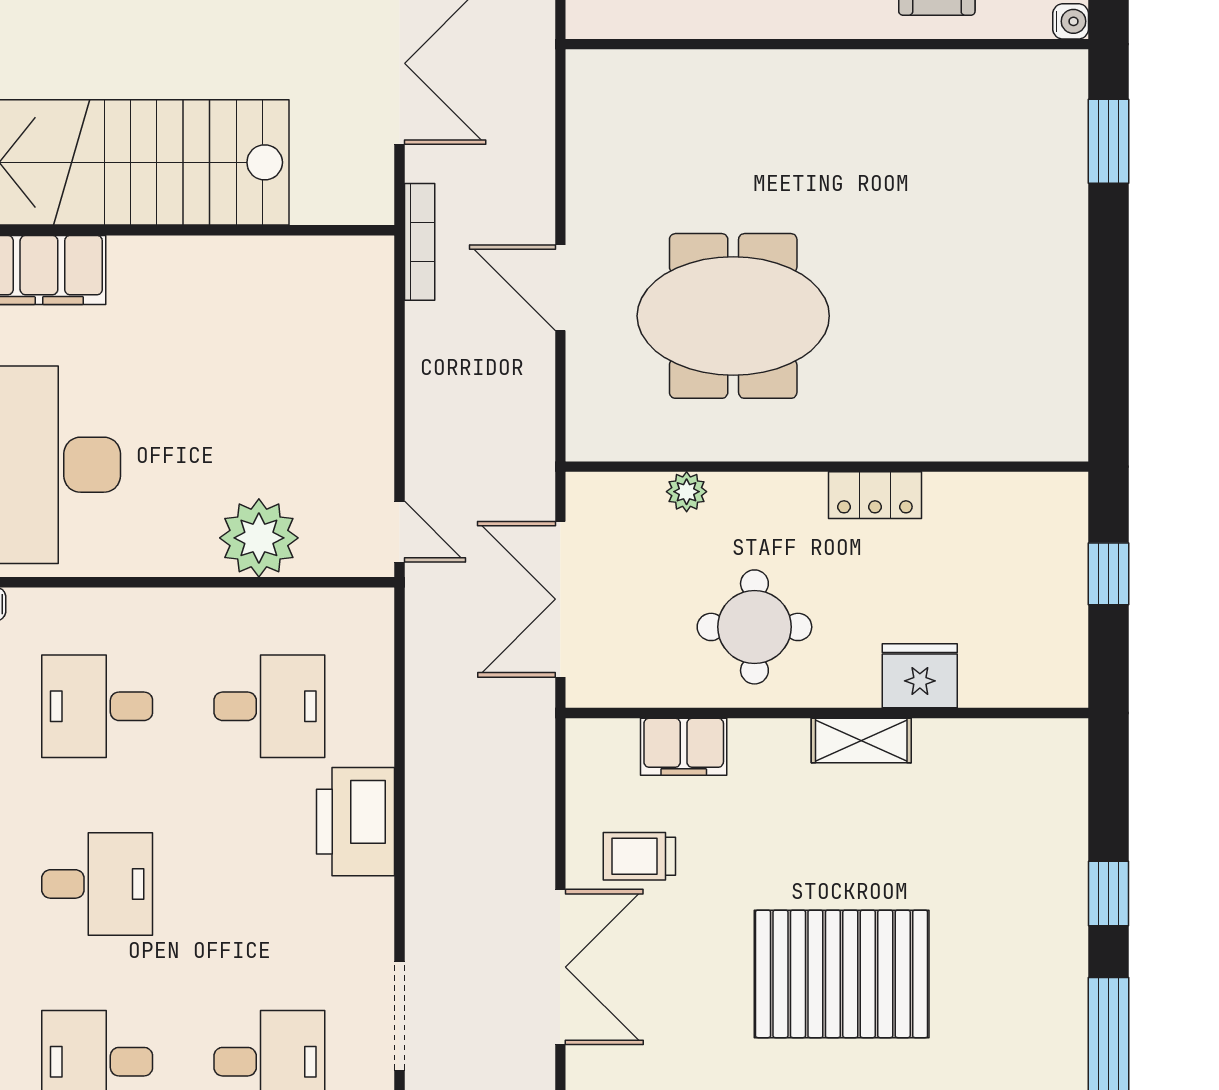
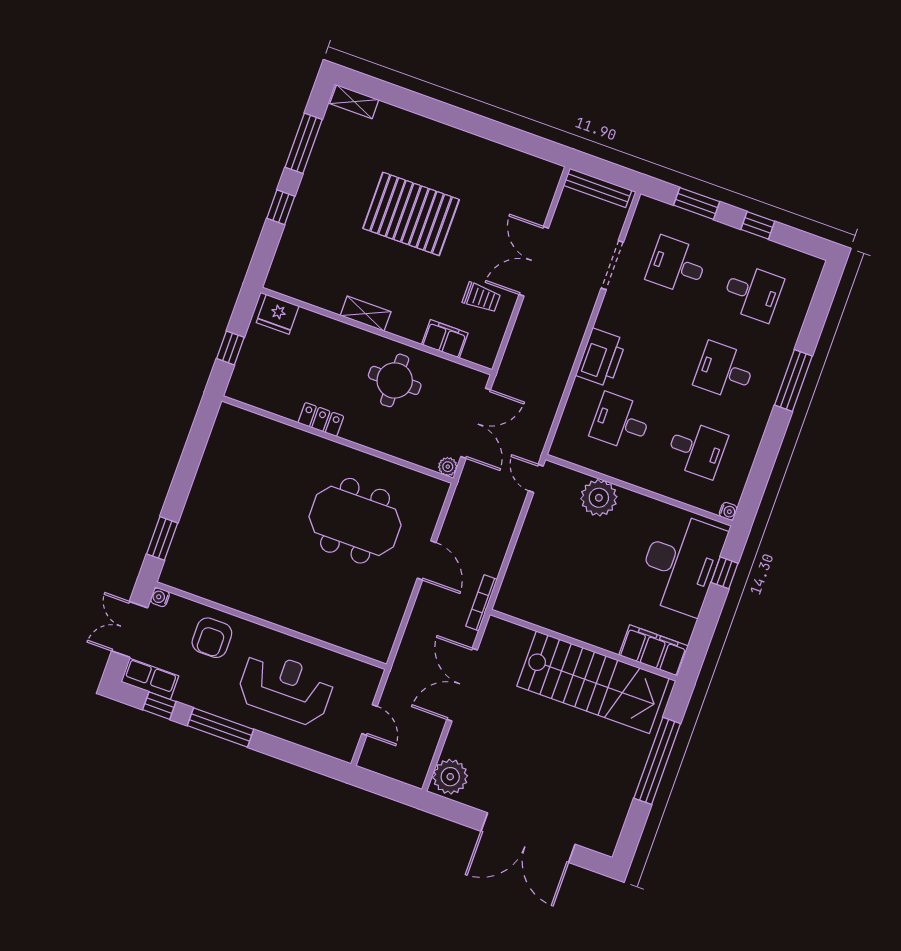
plant: (687, 492) -> (448, 467), moved
fridge: (920, 676) -> (278, 314), moved

